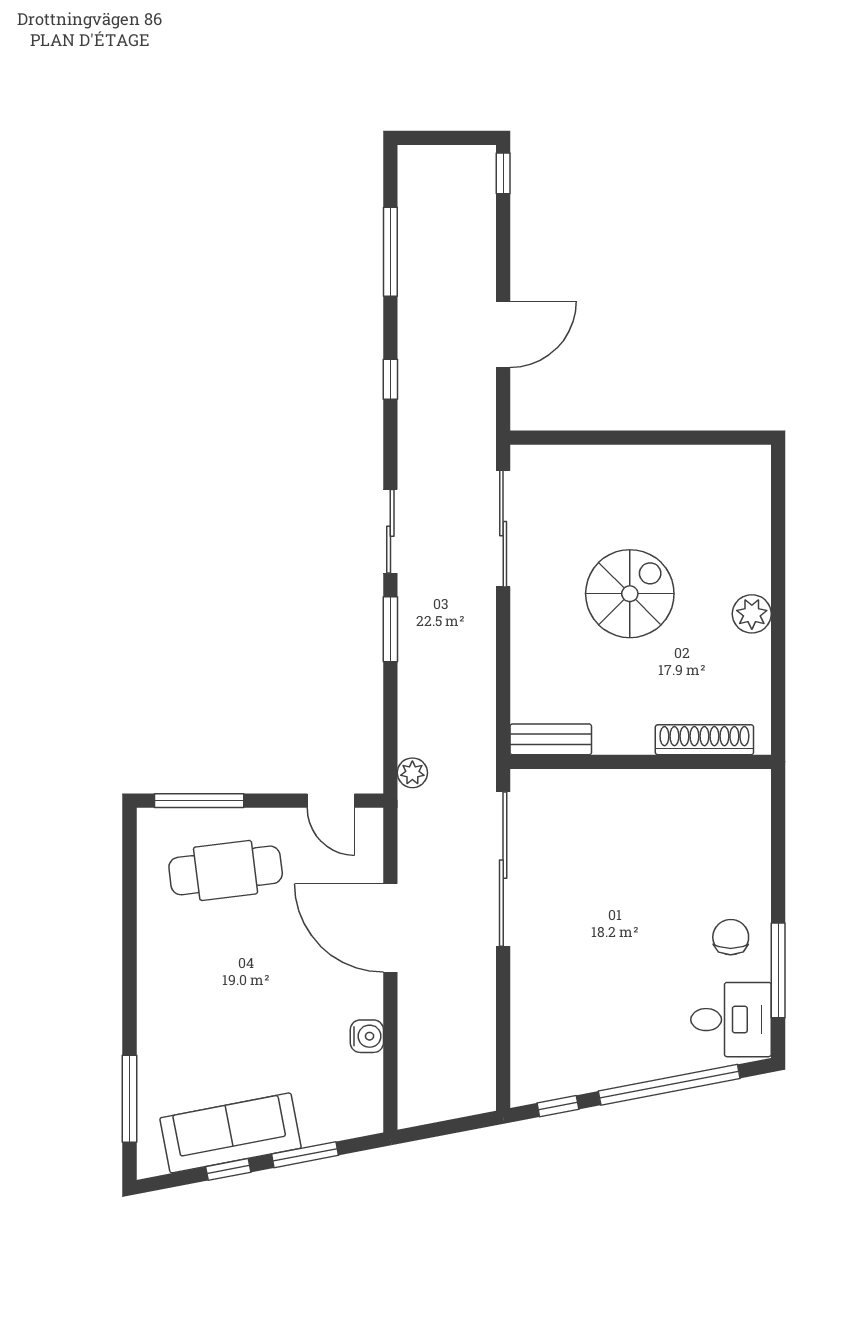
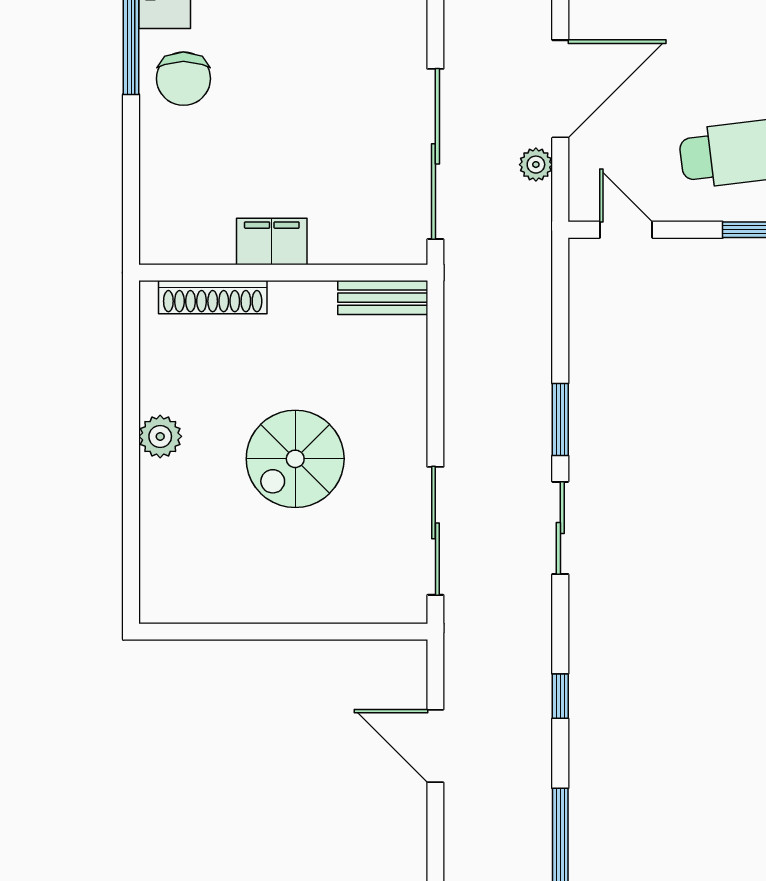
door: (503, 334) -> (435, 746), hinge flipped
plant: (412, 773) -> (536, 165), moved
filing cabinet: (651, 790) -> (272, 241), added
door: (390, 928) -> (560, 89), hinge flipped
chair: (731, 937) -> (183, 79), width x1.37, depth x1.37

